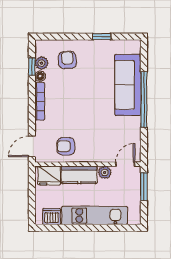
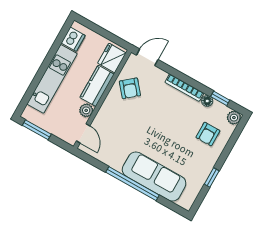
armchair: (67, 60) -> (208, 134), turned 93
plant: (41, 63) -> (234, 118), moved
door: (32, 146) -> (147, 57), hinge flipped
armchair: (66, 146) -> (130, 88), turned 140
window: (144, 187) -> (37, 130), moved

